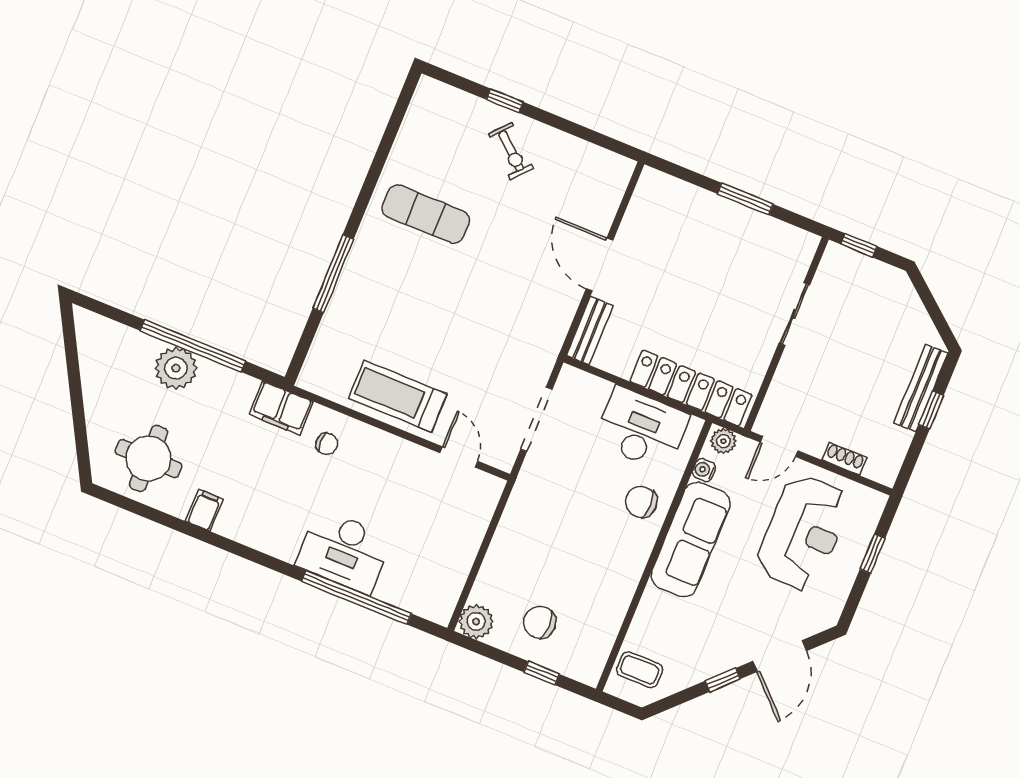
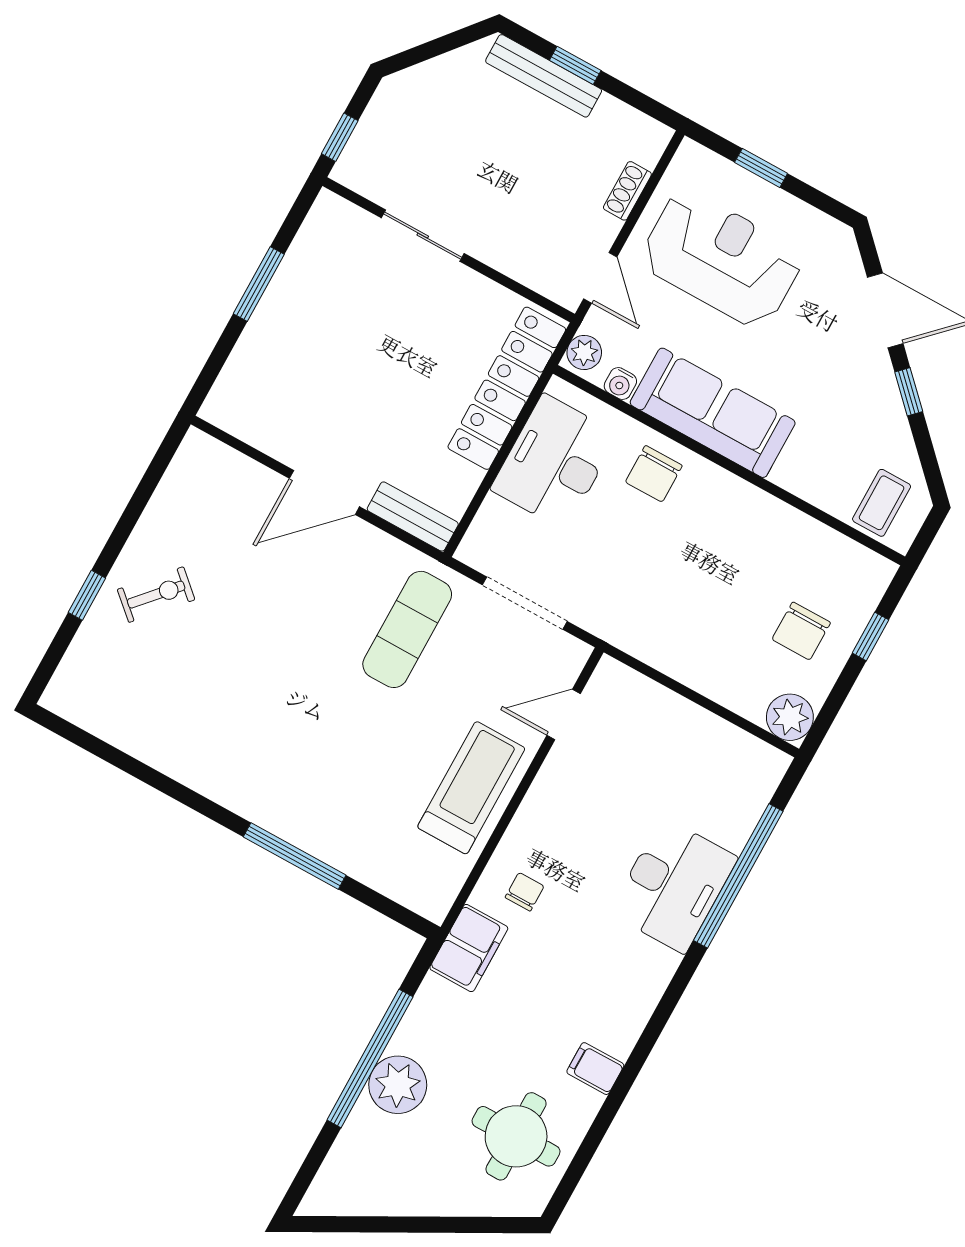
exercise mat: (426, 214) -> (407, 629), moved
treadmill: (398, 396) -> (471, 788), turned 180

